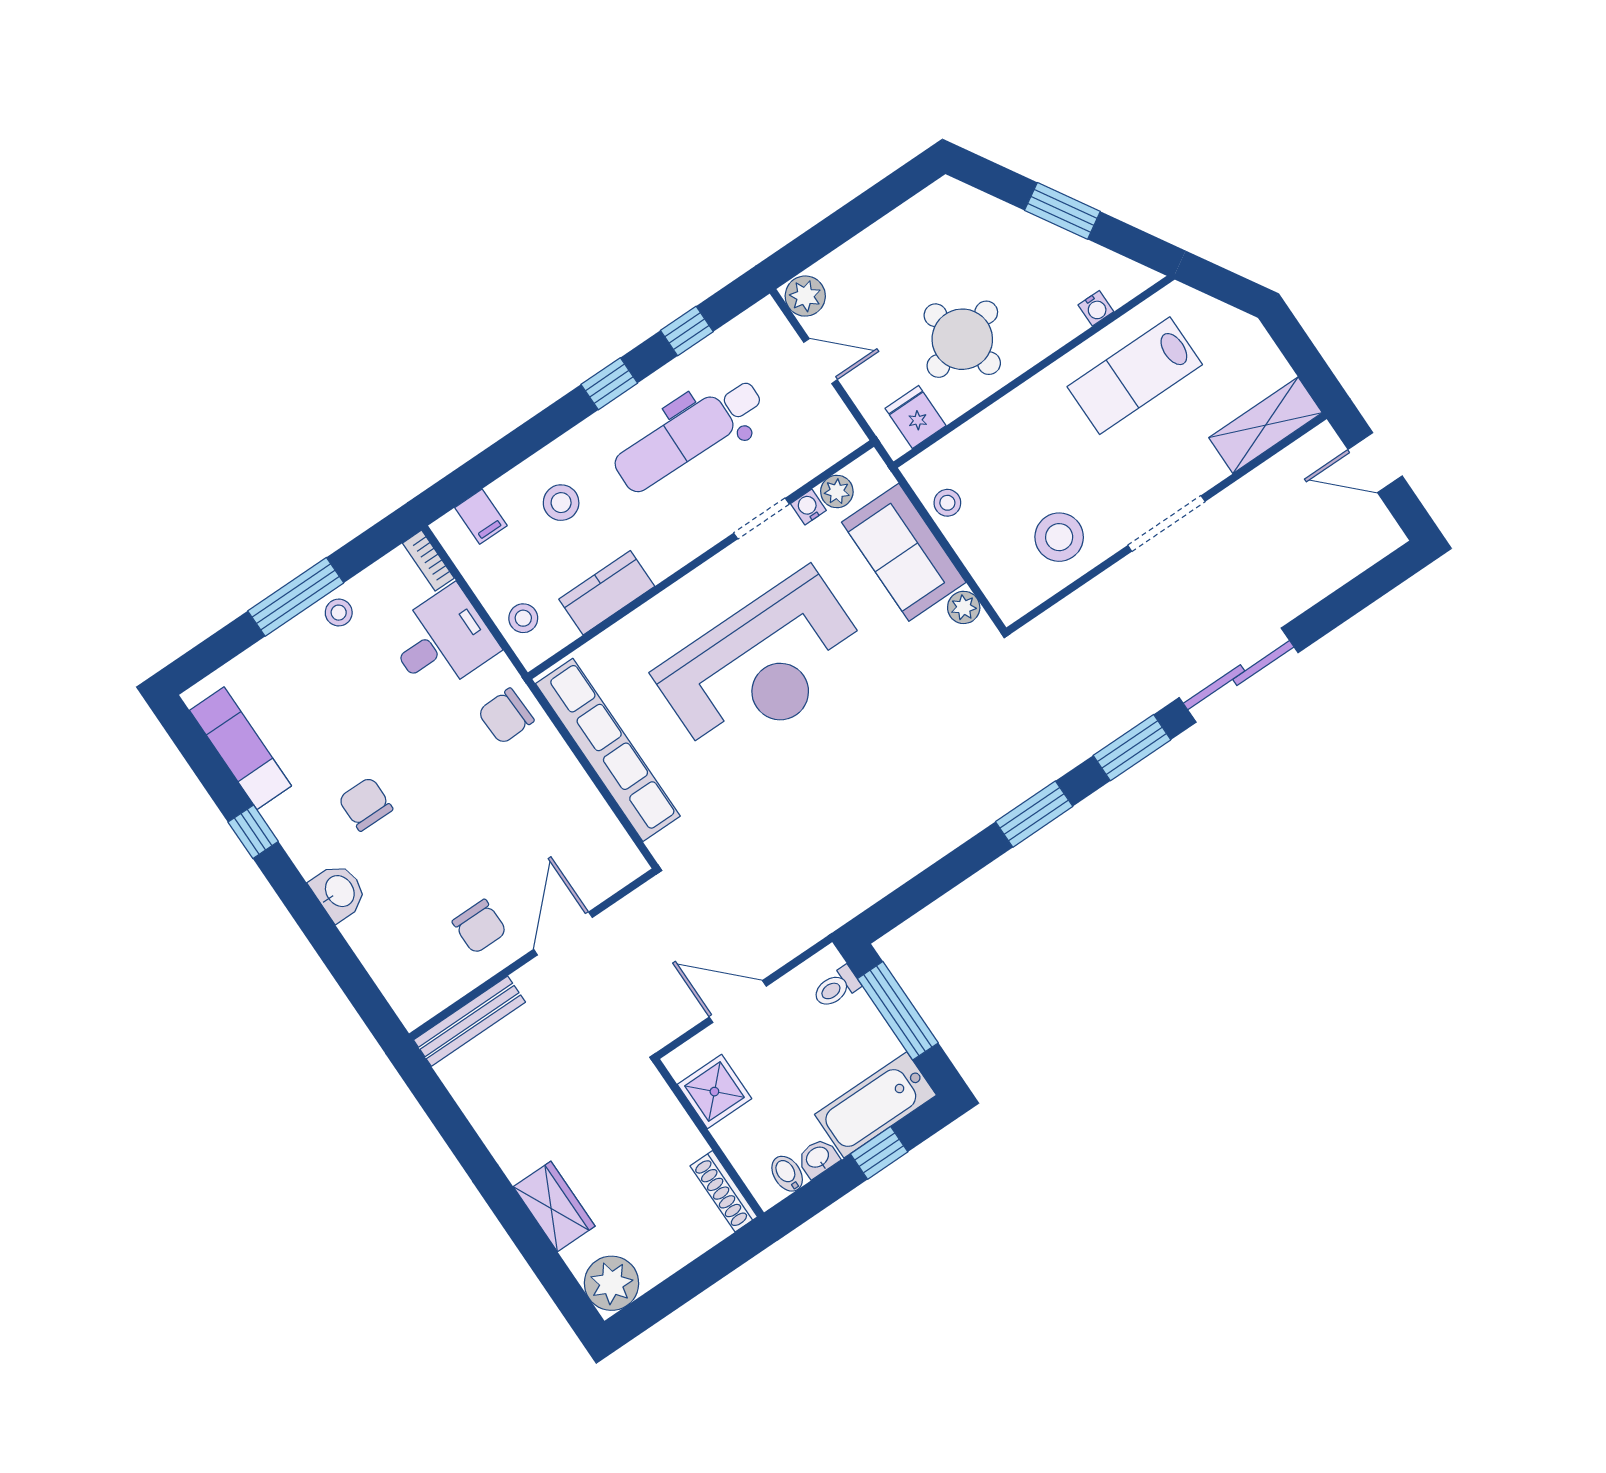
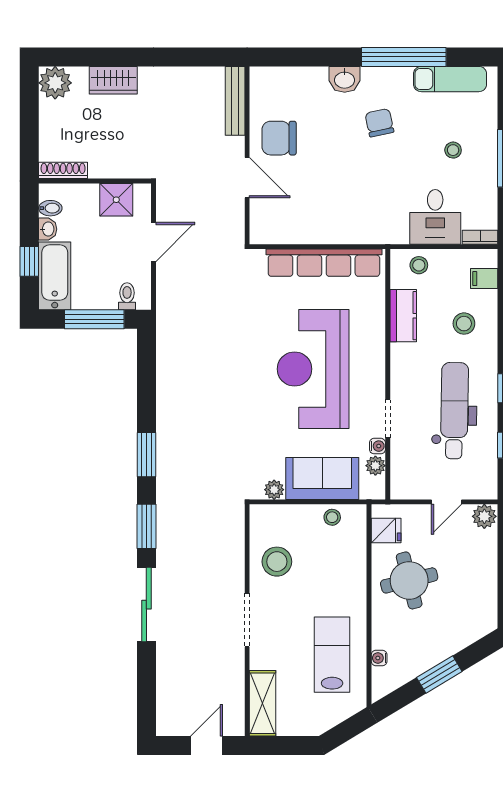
stool: (339, 613) -> (453, 150), moved
chair: (506, 716) -> (376, 223), removed
chair: (366, 804) -> (379, 123), turned -102
window: (253, 832) -> (404, 57), width x3.17
chair: (480, 927) -> (279, 138), width x1.37, depth x1.37

